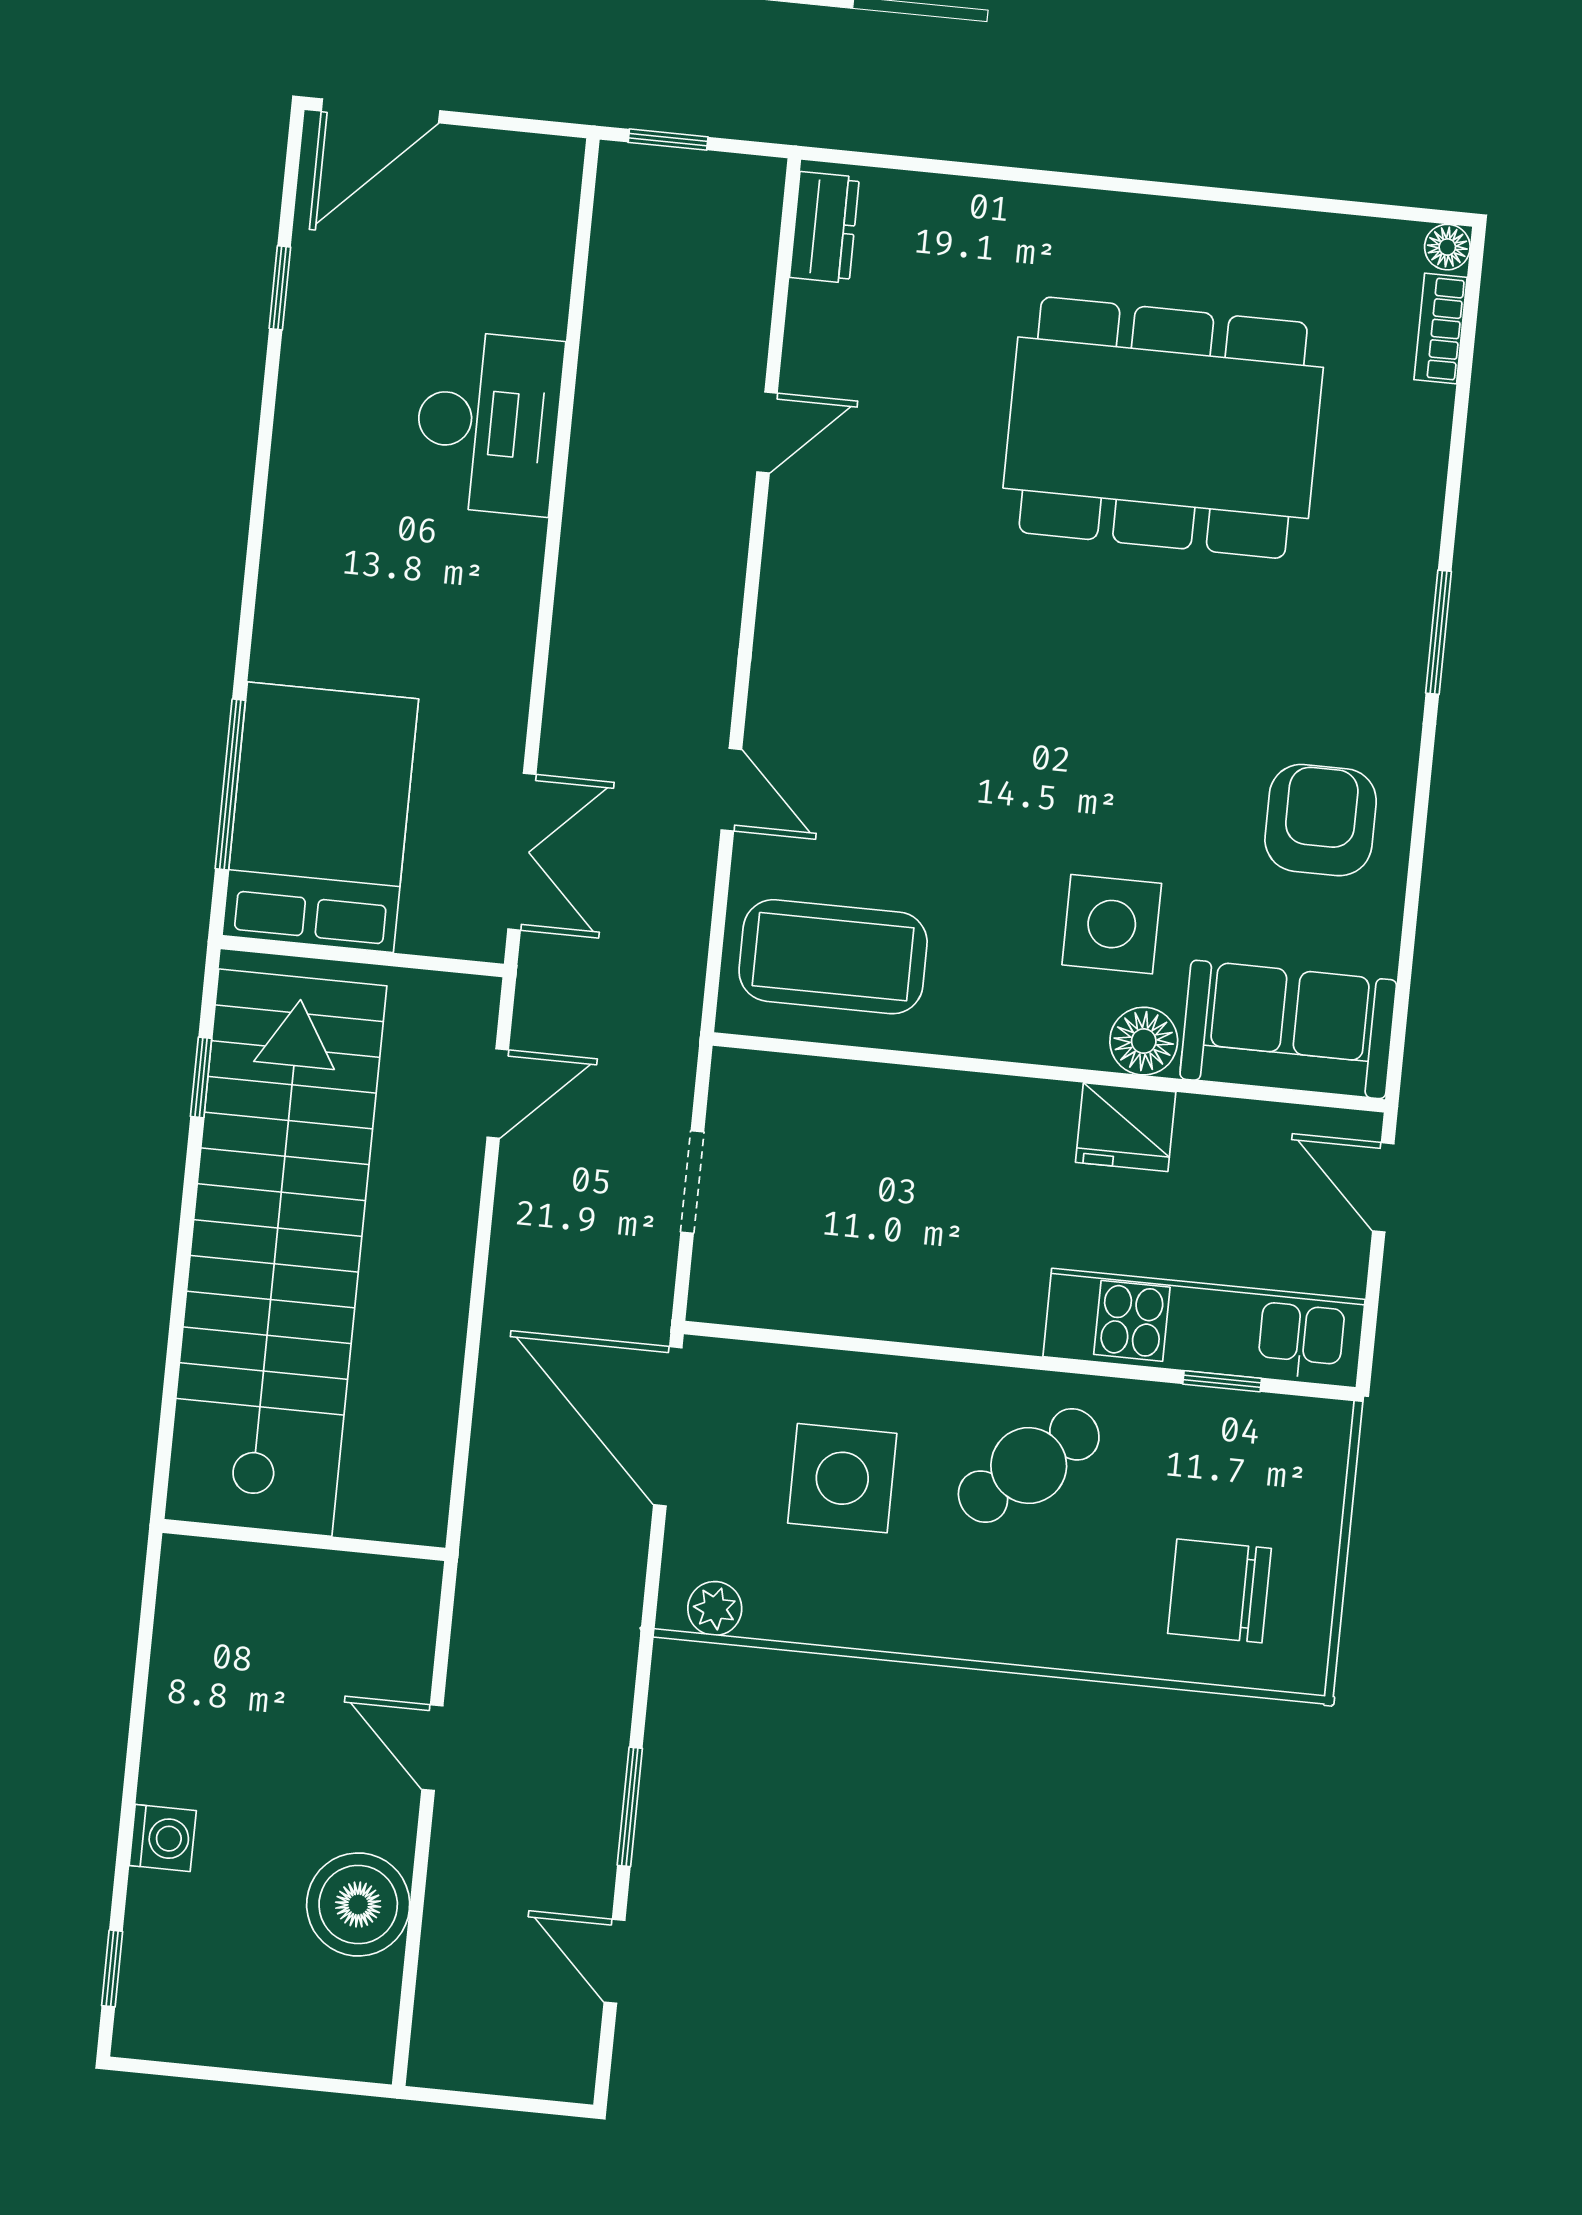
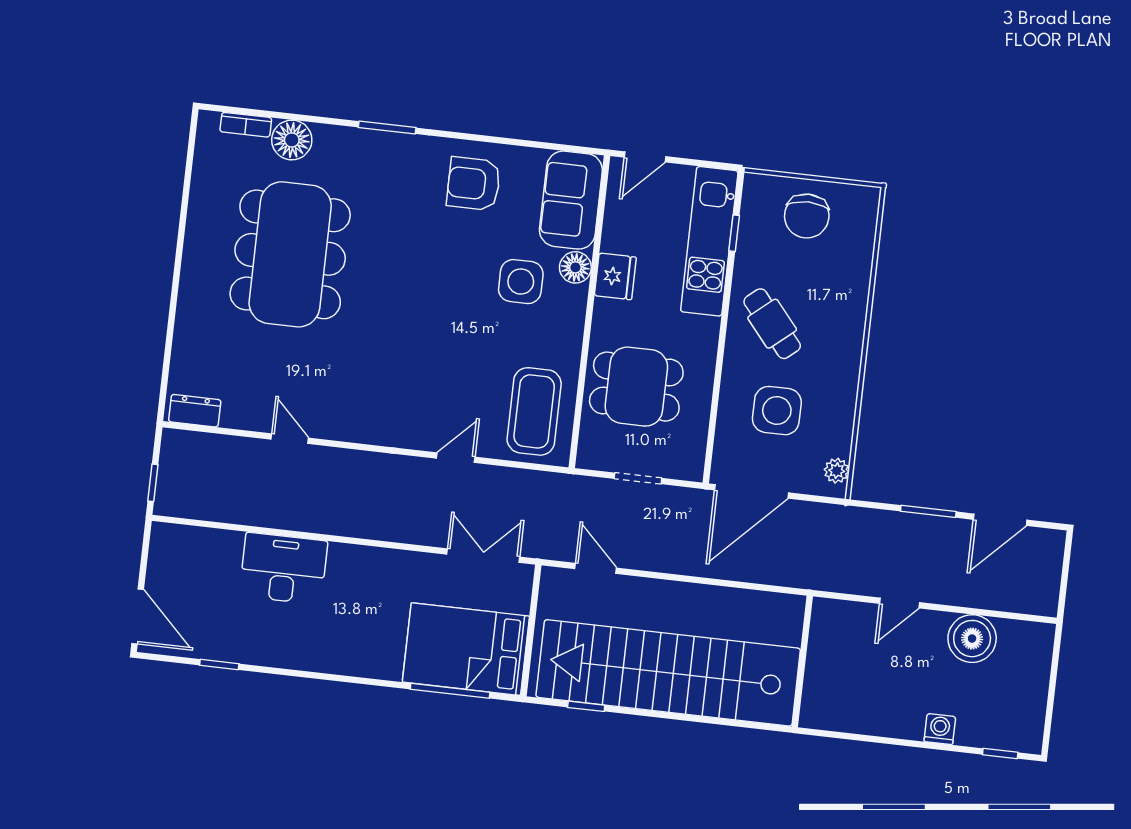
floor lamp: (1447, 247) -> (292, 140), moved, width x1.89, depth x1.89
dining table: (890, 1176) -> (636, 387), added
chair: (1219, 1591) -> (807, 216), moved
door: (614, 1961) -> (1000, 520), width x1.38

